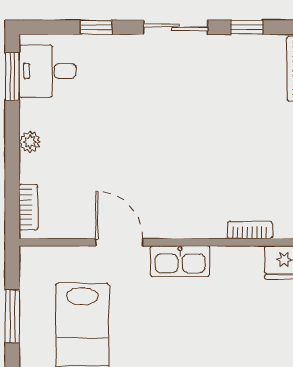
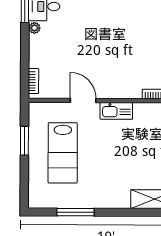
plant: (30, 142) -> (34, 28), moved

